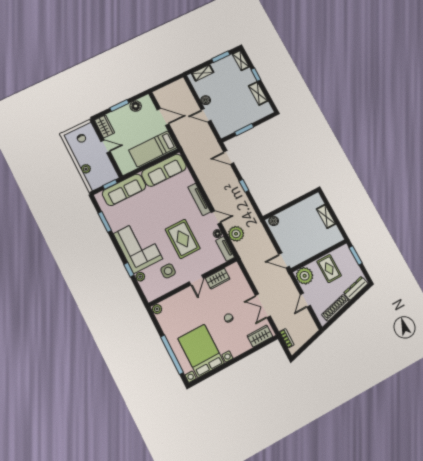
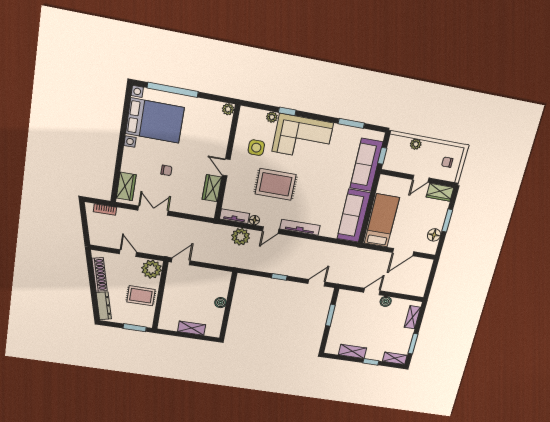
boiler: (274, 221) -> (221, 303), moved

